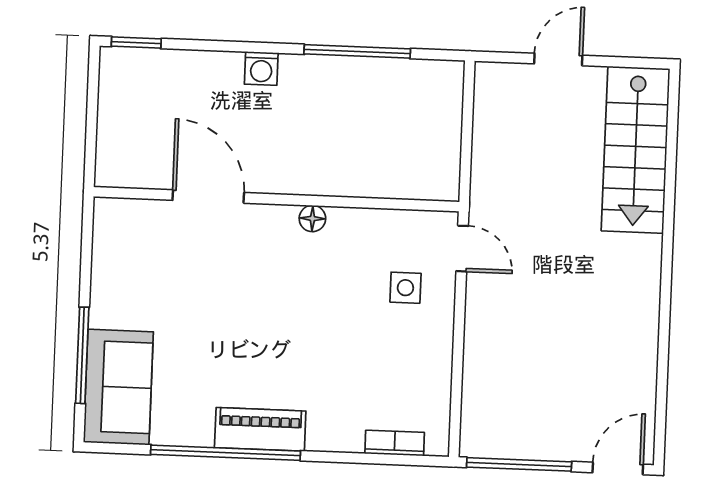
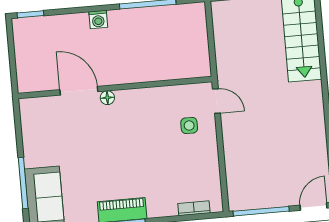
floor lamp: (312, 218) -> (107, 98), moved

